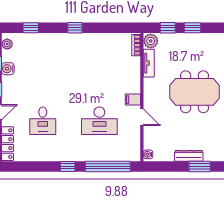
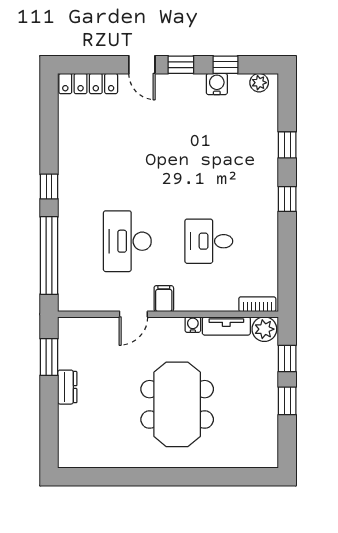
window: (31, 28) -> (287, 145), moved
desk: (43, 121) -> (209, 241), moved
water cooler: (148, 154) -> (193, 325), moved
dresser: (189, 156) -> (67, 387), width x0.70
window: (200, 166) -> (49, 357), moved

